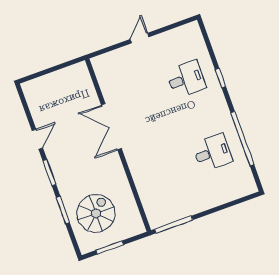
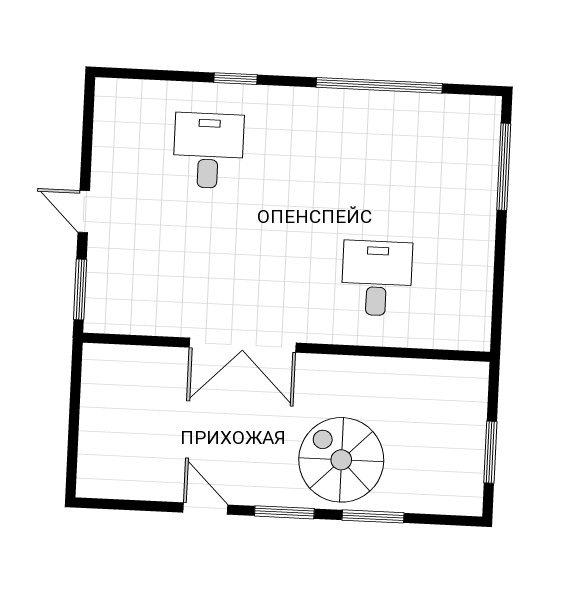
window: (107, 50) -> (80, 290), added
desk: (212, 153) -> (377, 278), moved
spiral stairs: (96, 213) -> (341, 460), moved
window: (174, 225) -> (504, 167), moved

